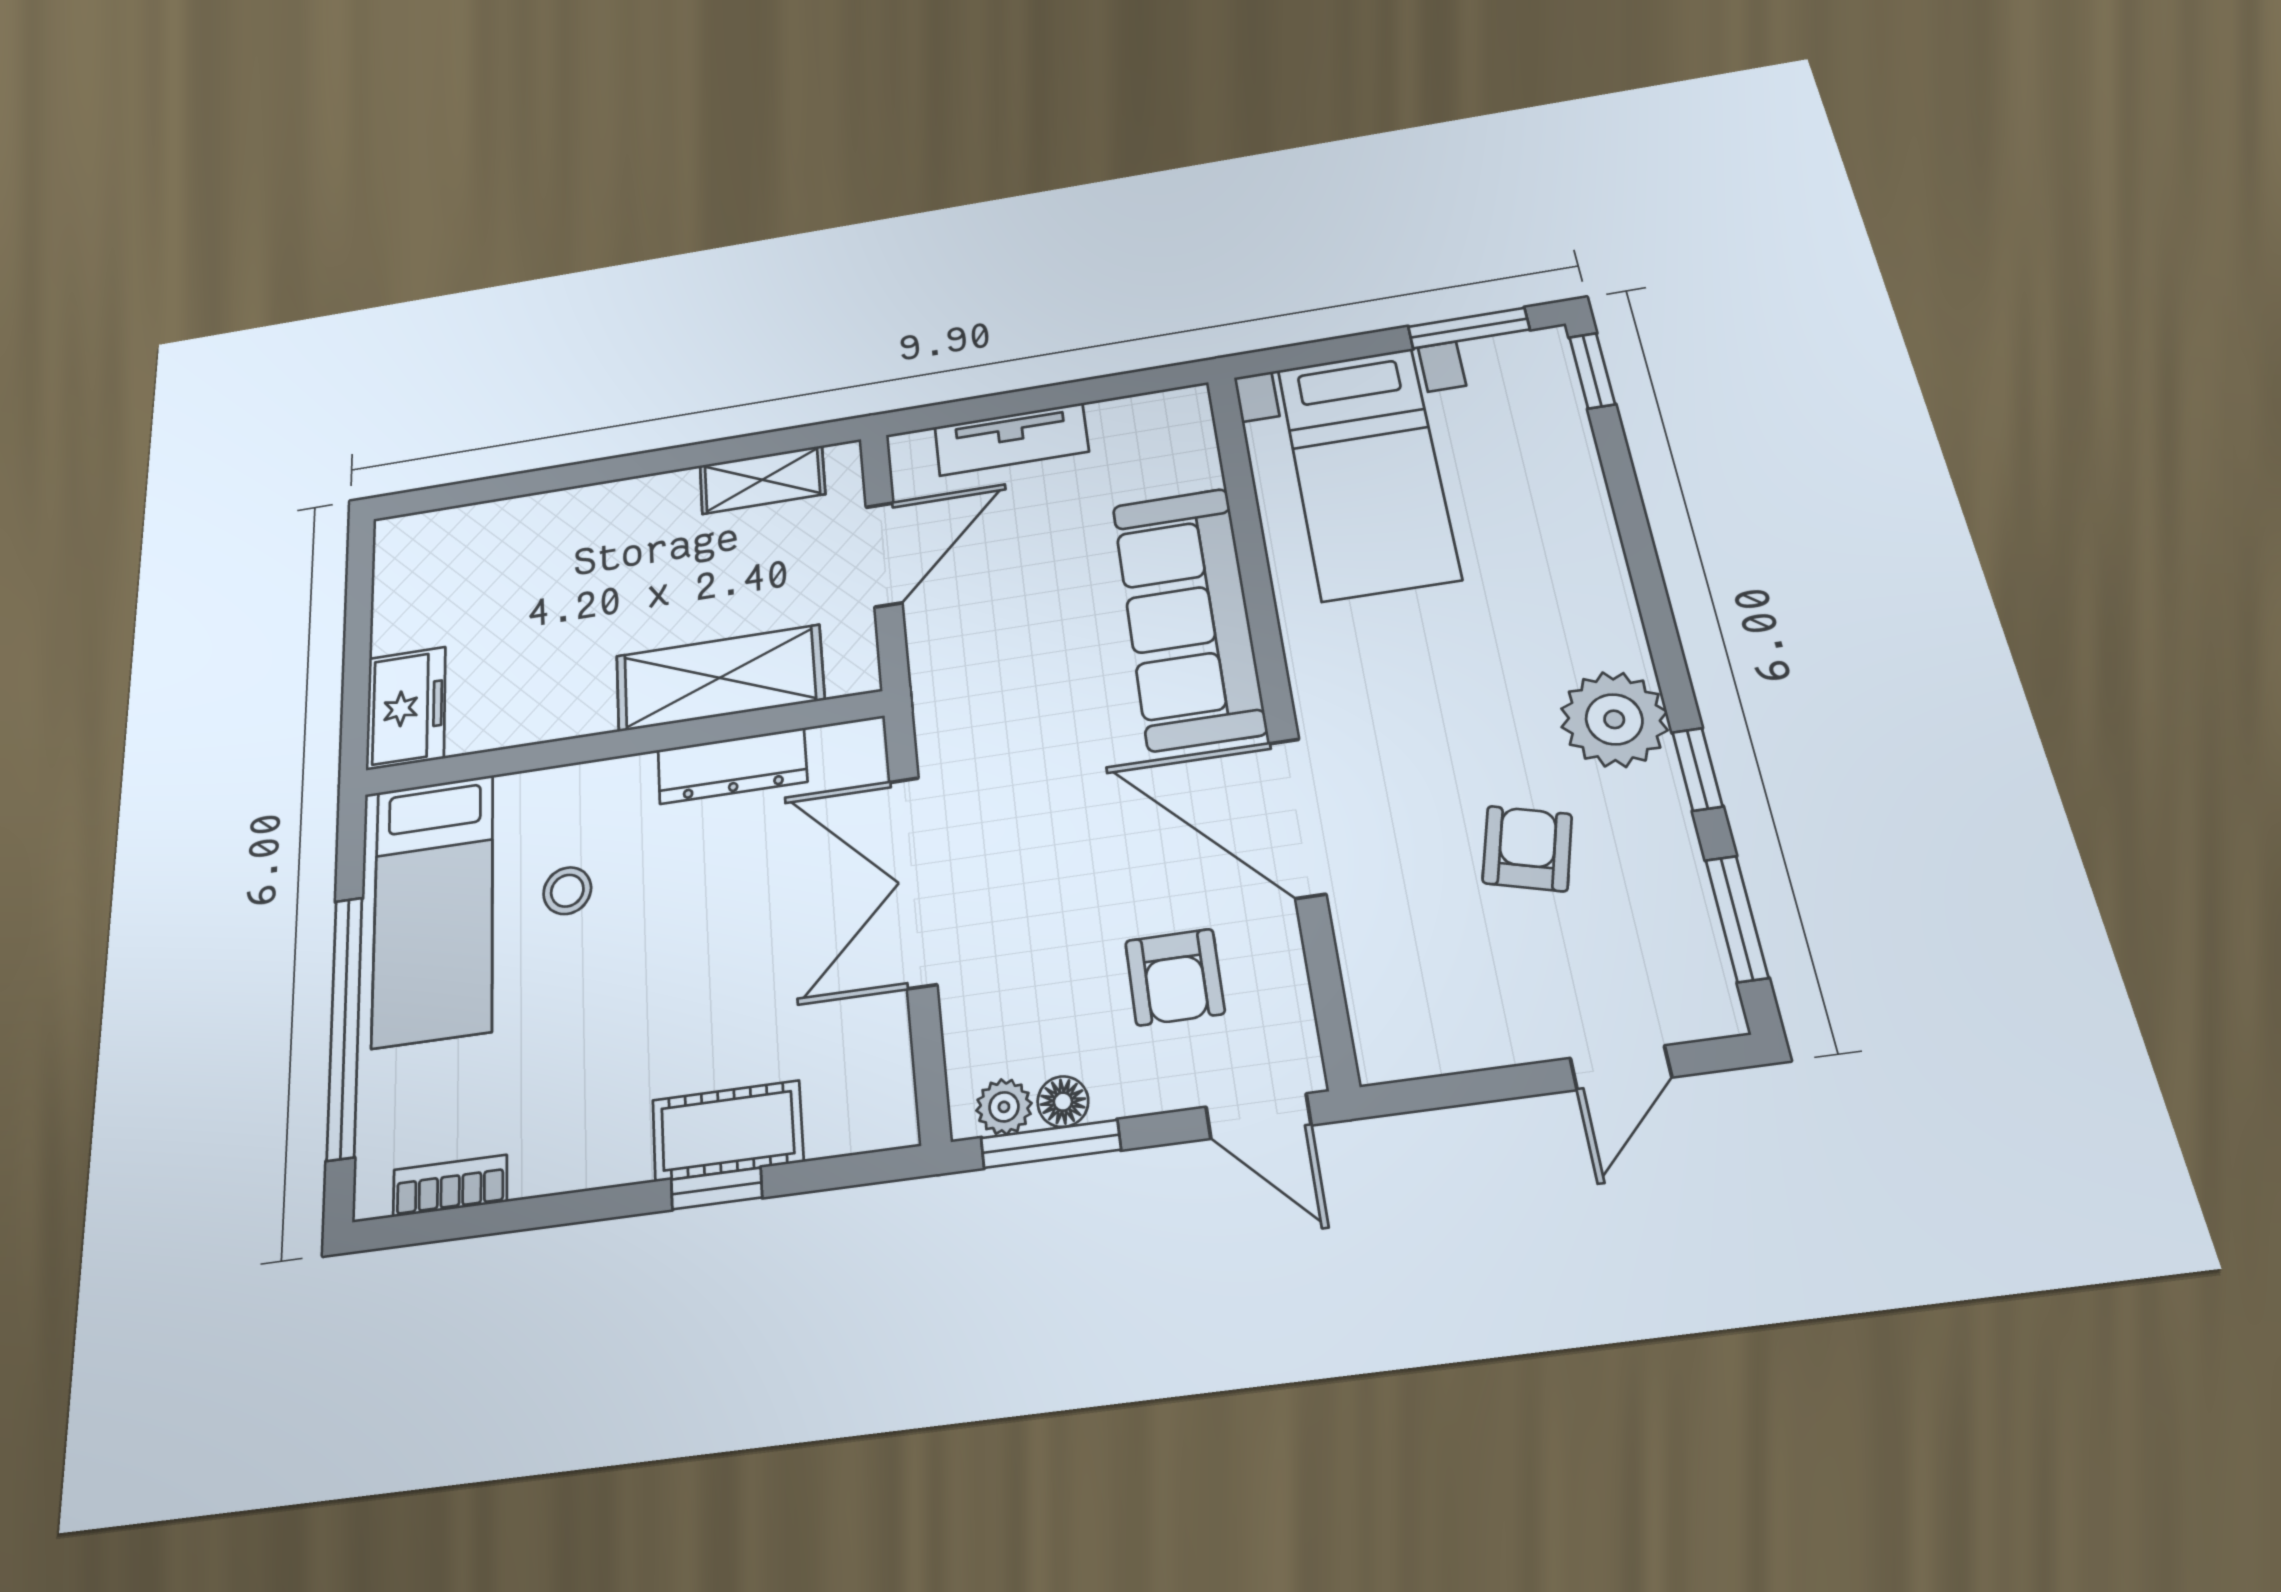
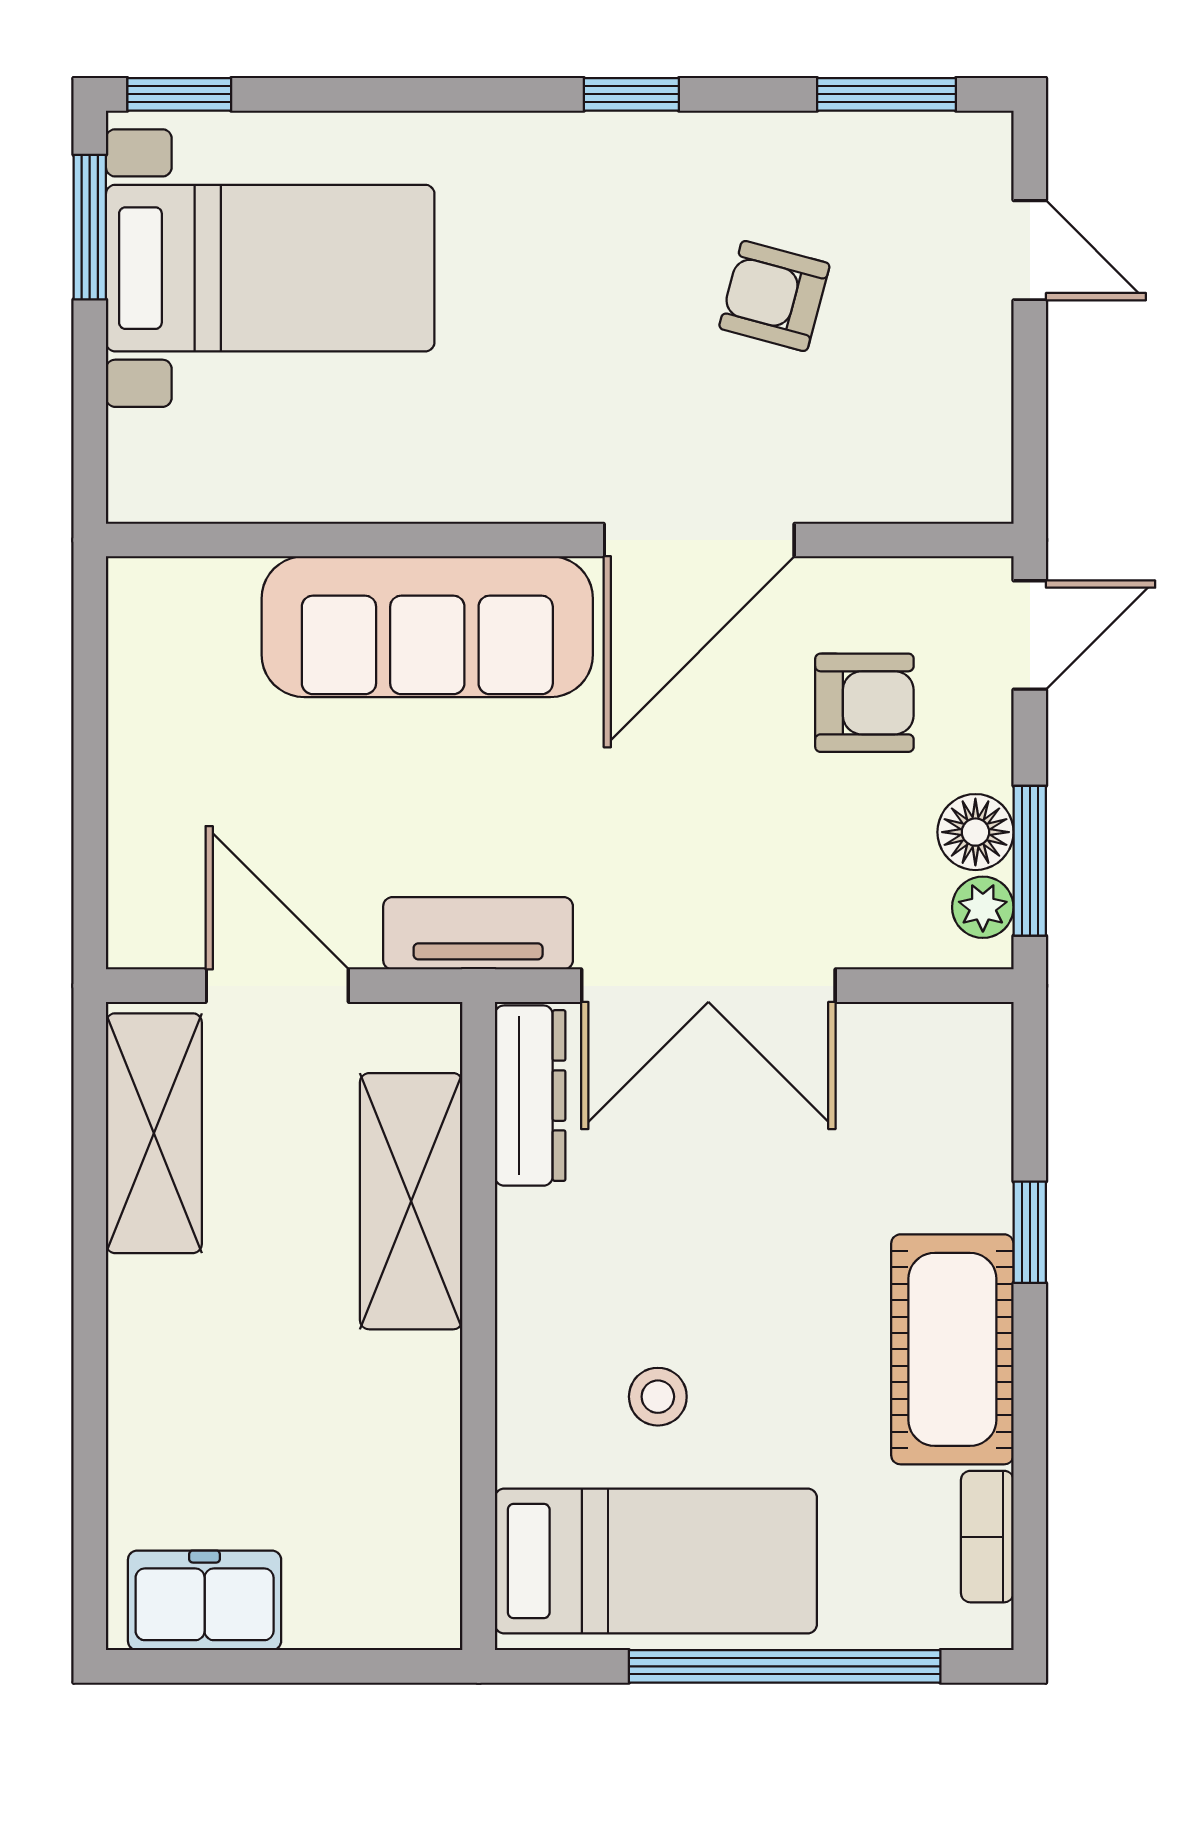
tv unit: (1011, 439) -> (478, 933), moved, turned -90
bed with nightstands: (1368, 472) -> (270, 268), moved
shelving: (762, 480) -> (154, 1133), width x1.50, depth x1.33
freezer: (406, 708) -> (205, 1600), moved
plant: (1614, 719) -> (637, 170), removed
dresser: (732, 766) -> (530, 1096), moved
window: (1697, 769) -> (631, 94), moved
floor lamp: (1063, 1102) -> (975, 832), width x1.37, depth x1.37
cot: (728, 1131) -> (952, 1349), moved, width x1.37, depth x1.34

